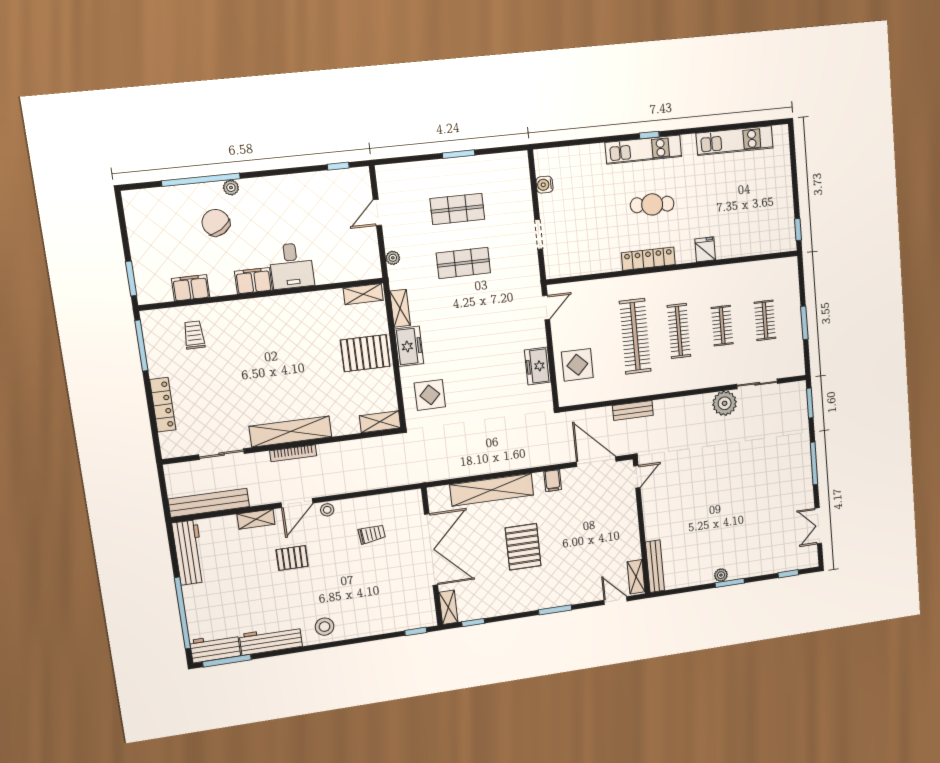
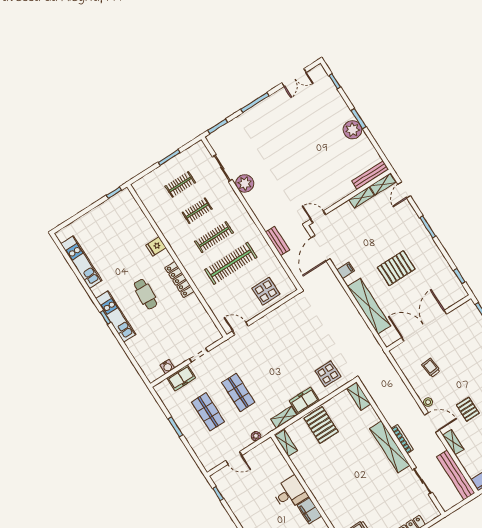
freezer: (538, 366) -> (181, 378), moved
plant: (721, 575) -> (353, 130), width x1.87, depth x1.87
shelving: (448, 607) -> (362, 198), moved

